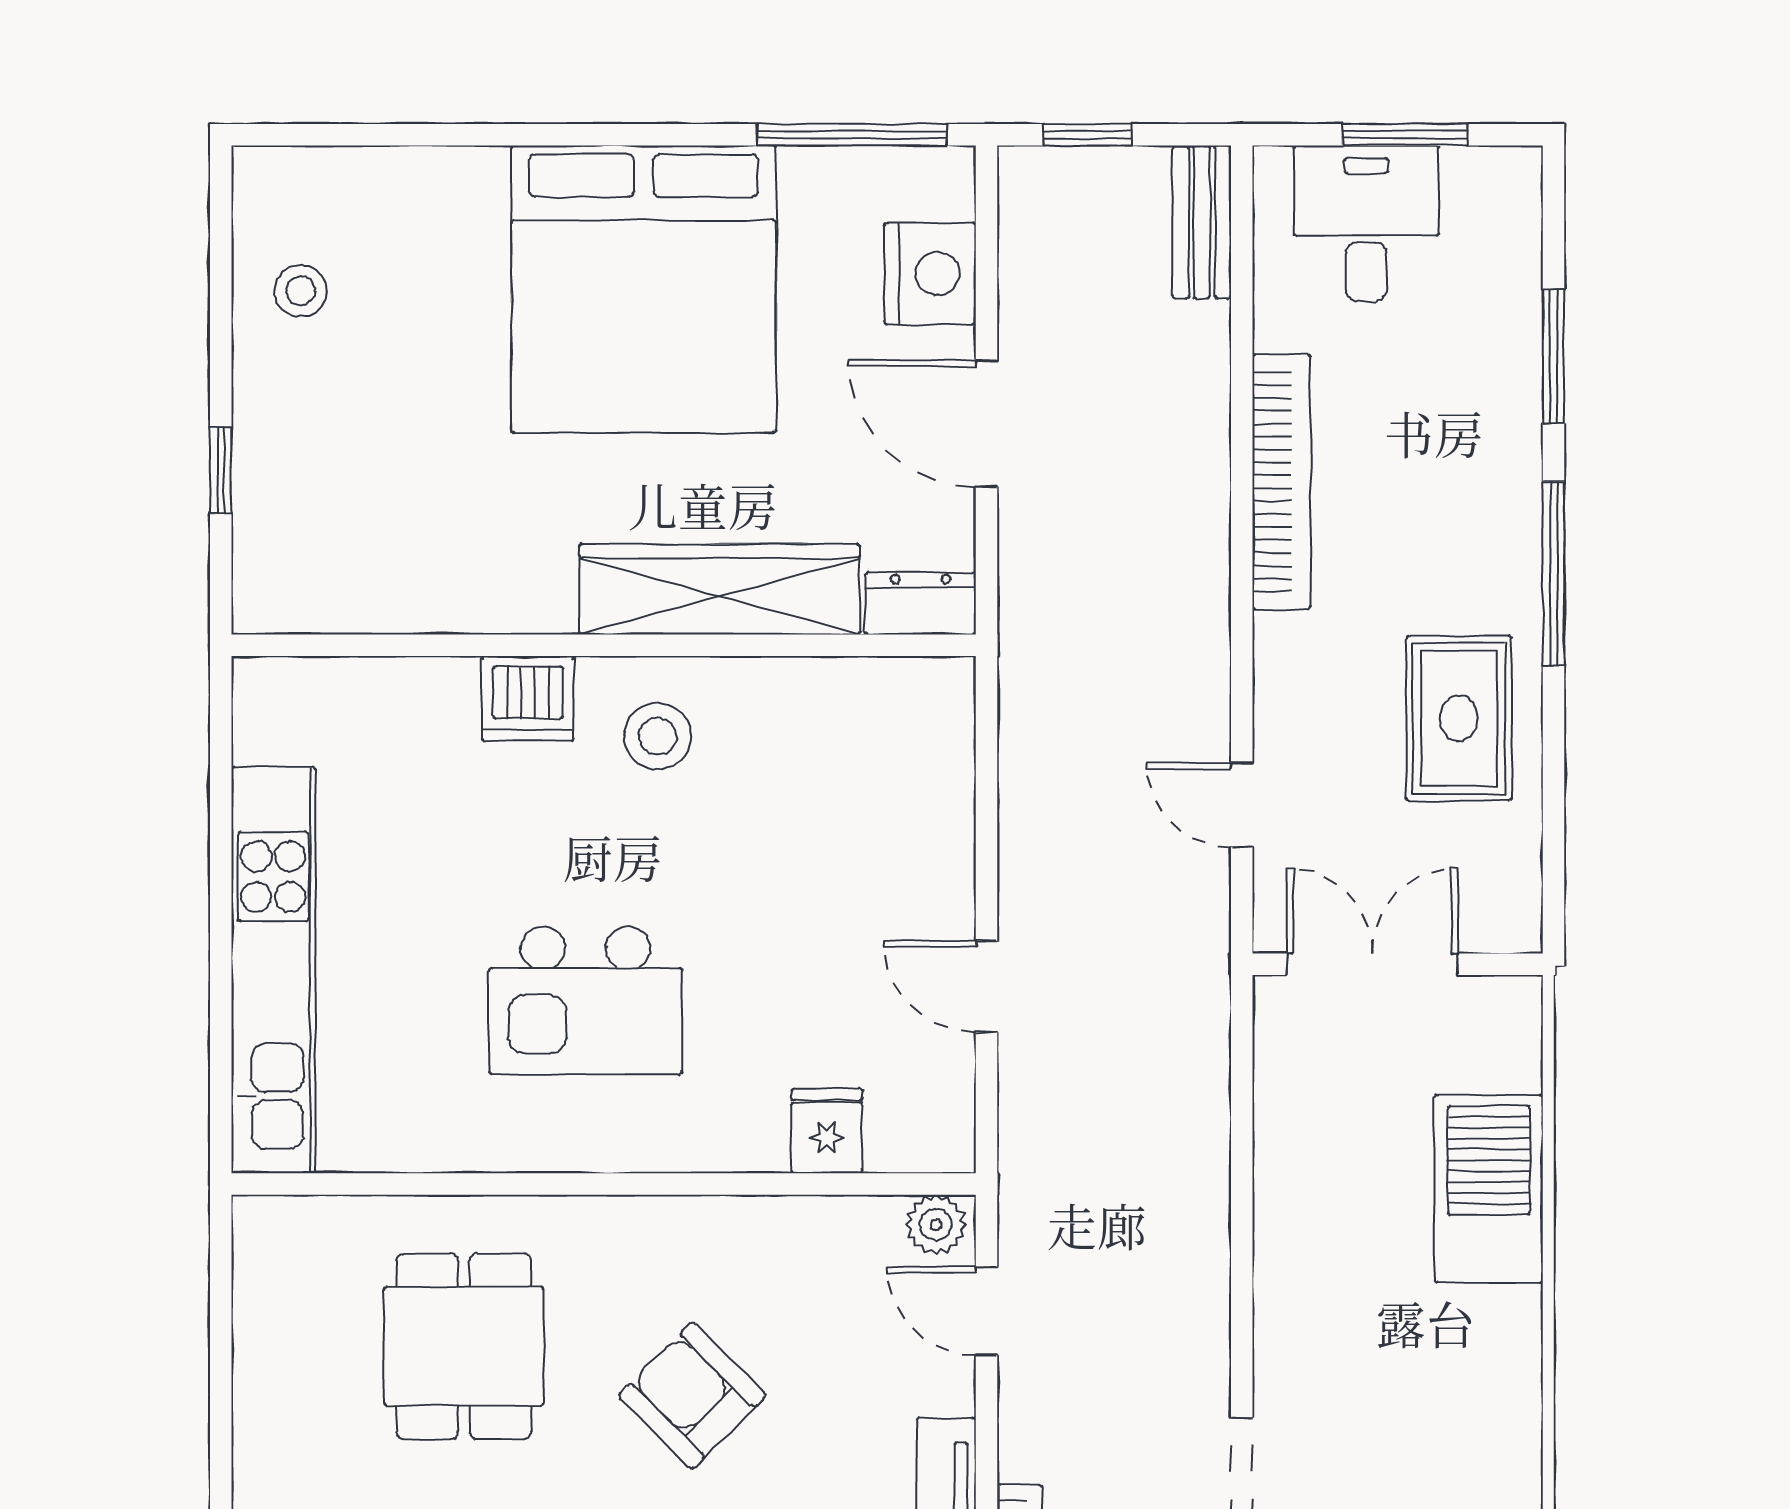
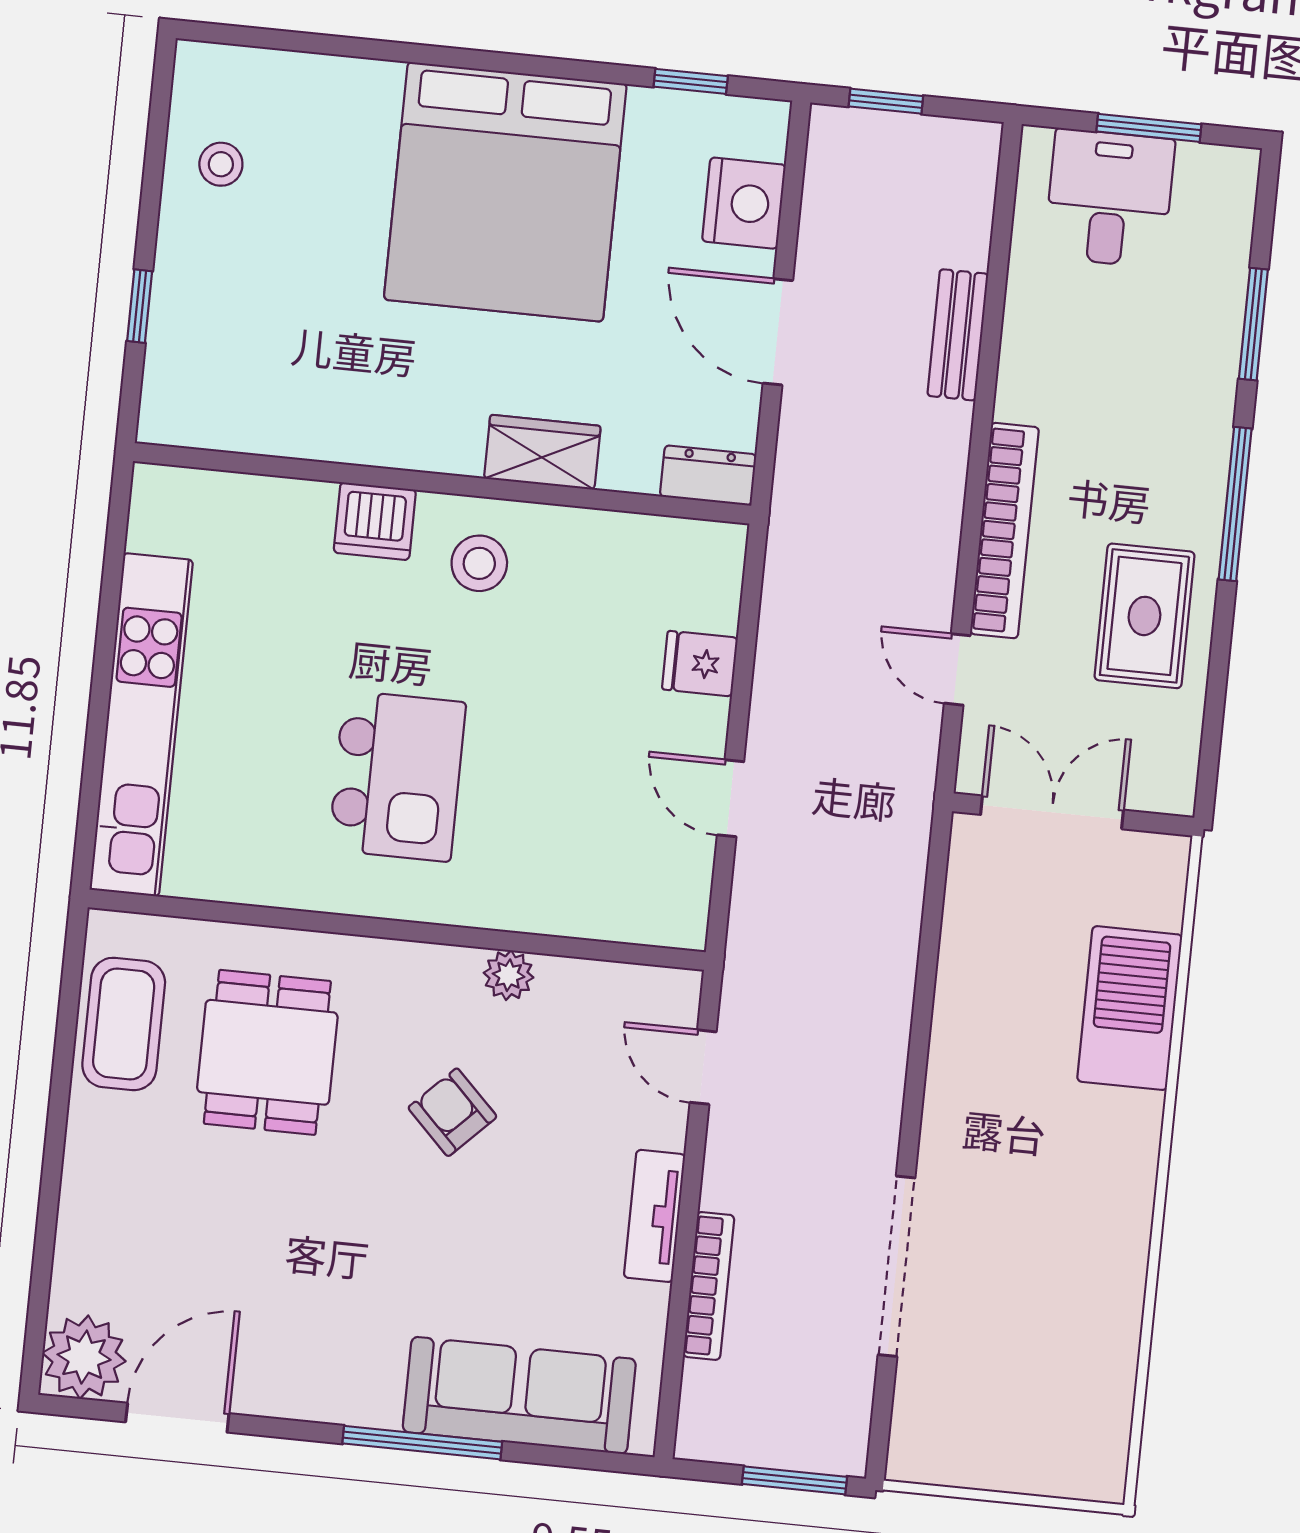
window: (852, 135) -> (691, 81), width x0.46
bench: (1202, 222) -> (958, 335), moved
bookcase: (1281, 482) -> (1004, 531), moved
wardrobe: (719, 589) -> (542, 452), width x0.48, depth x0.85
kitchen island: (585, 1000) -> (397, 776), turned -90
fridge: (827, 1131) -> (700, 664), moved, turned -90
plant: (936, 1225) -> (509, 975), moved
coffee table: (289, 1330) -> (124, 1024), added
armchair: (692, 1395) -> (452, 1112), width x0.72, depth x0.72

